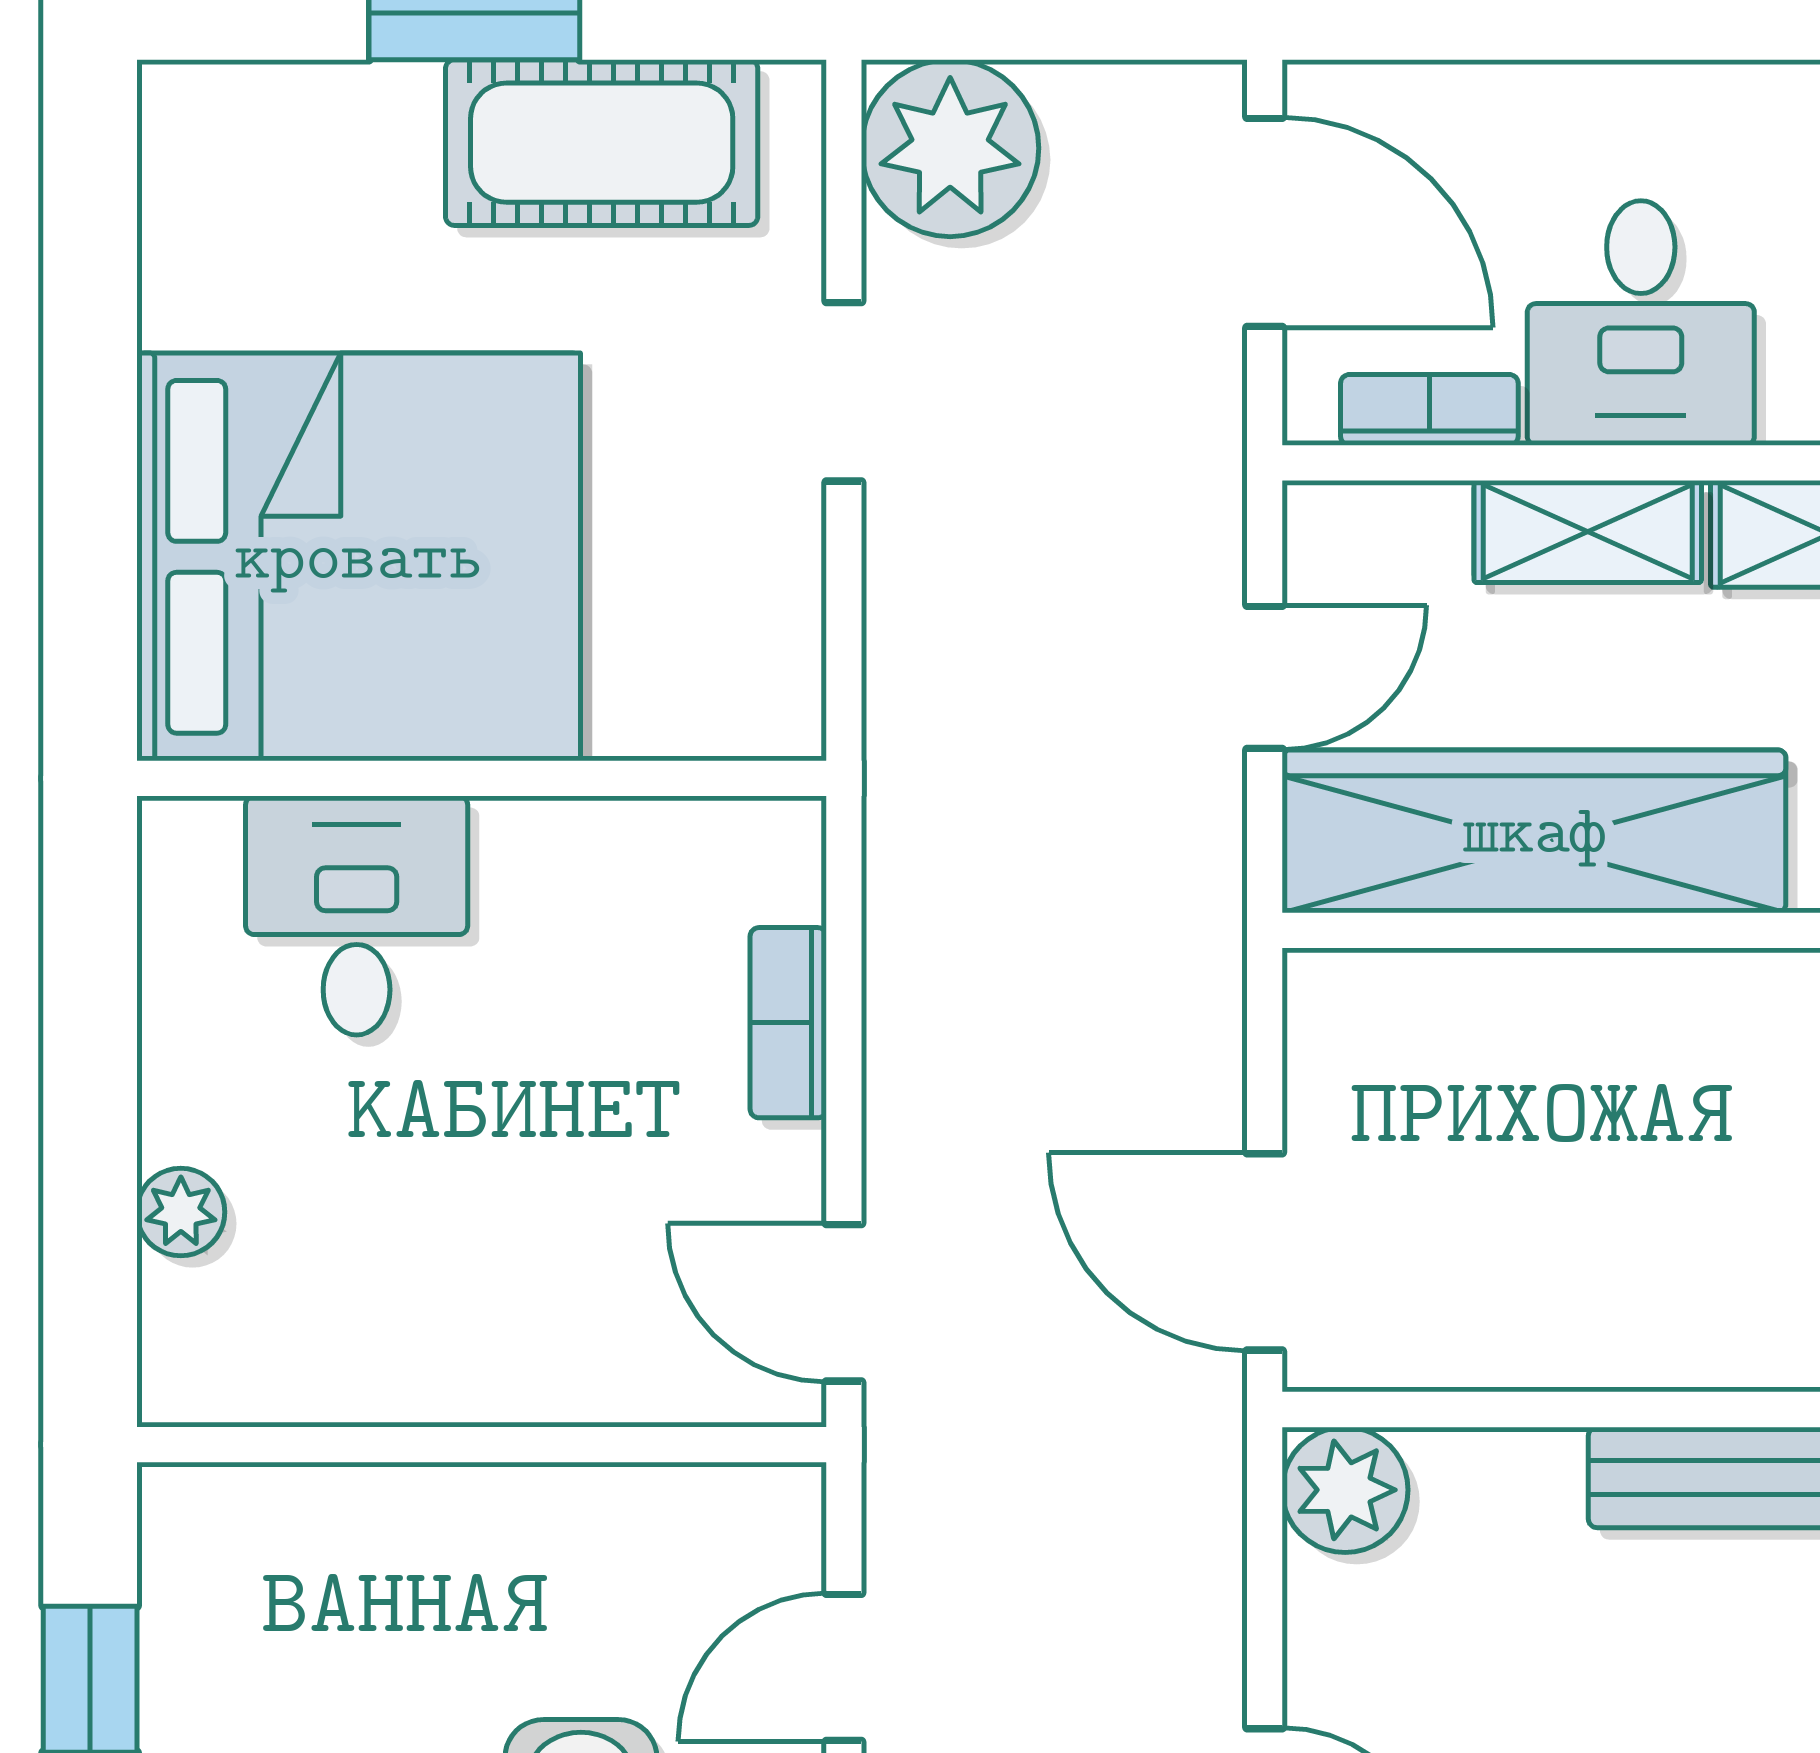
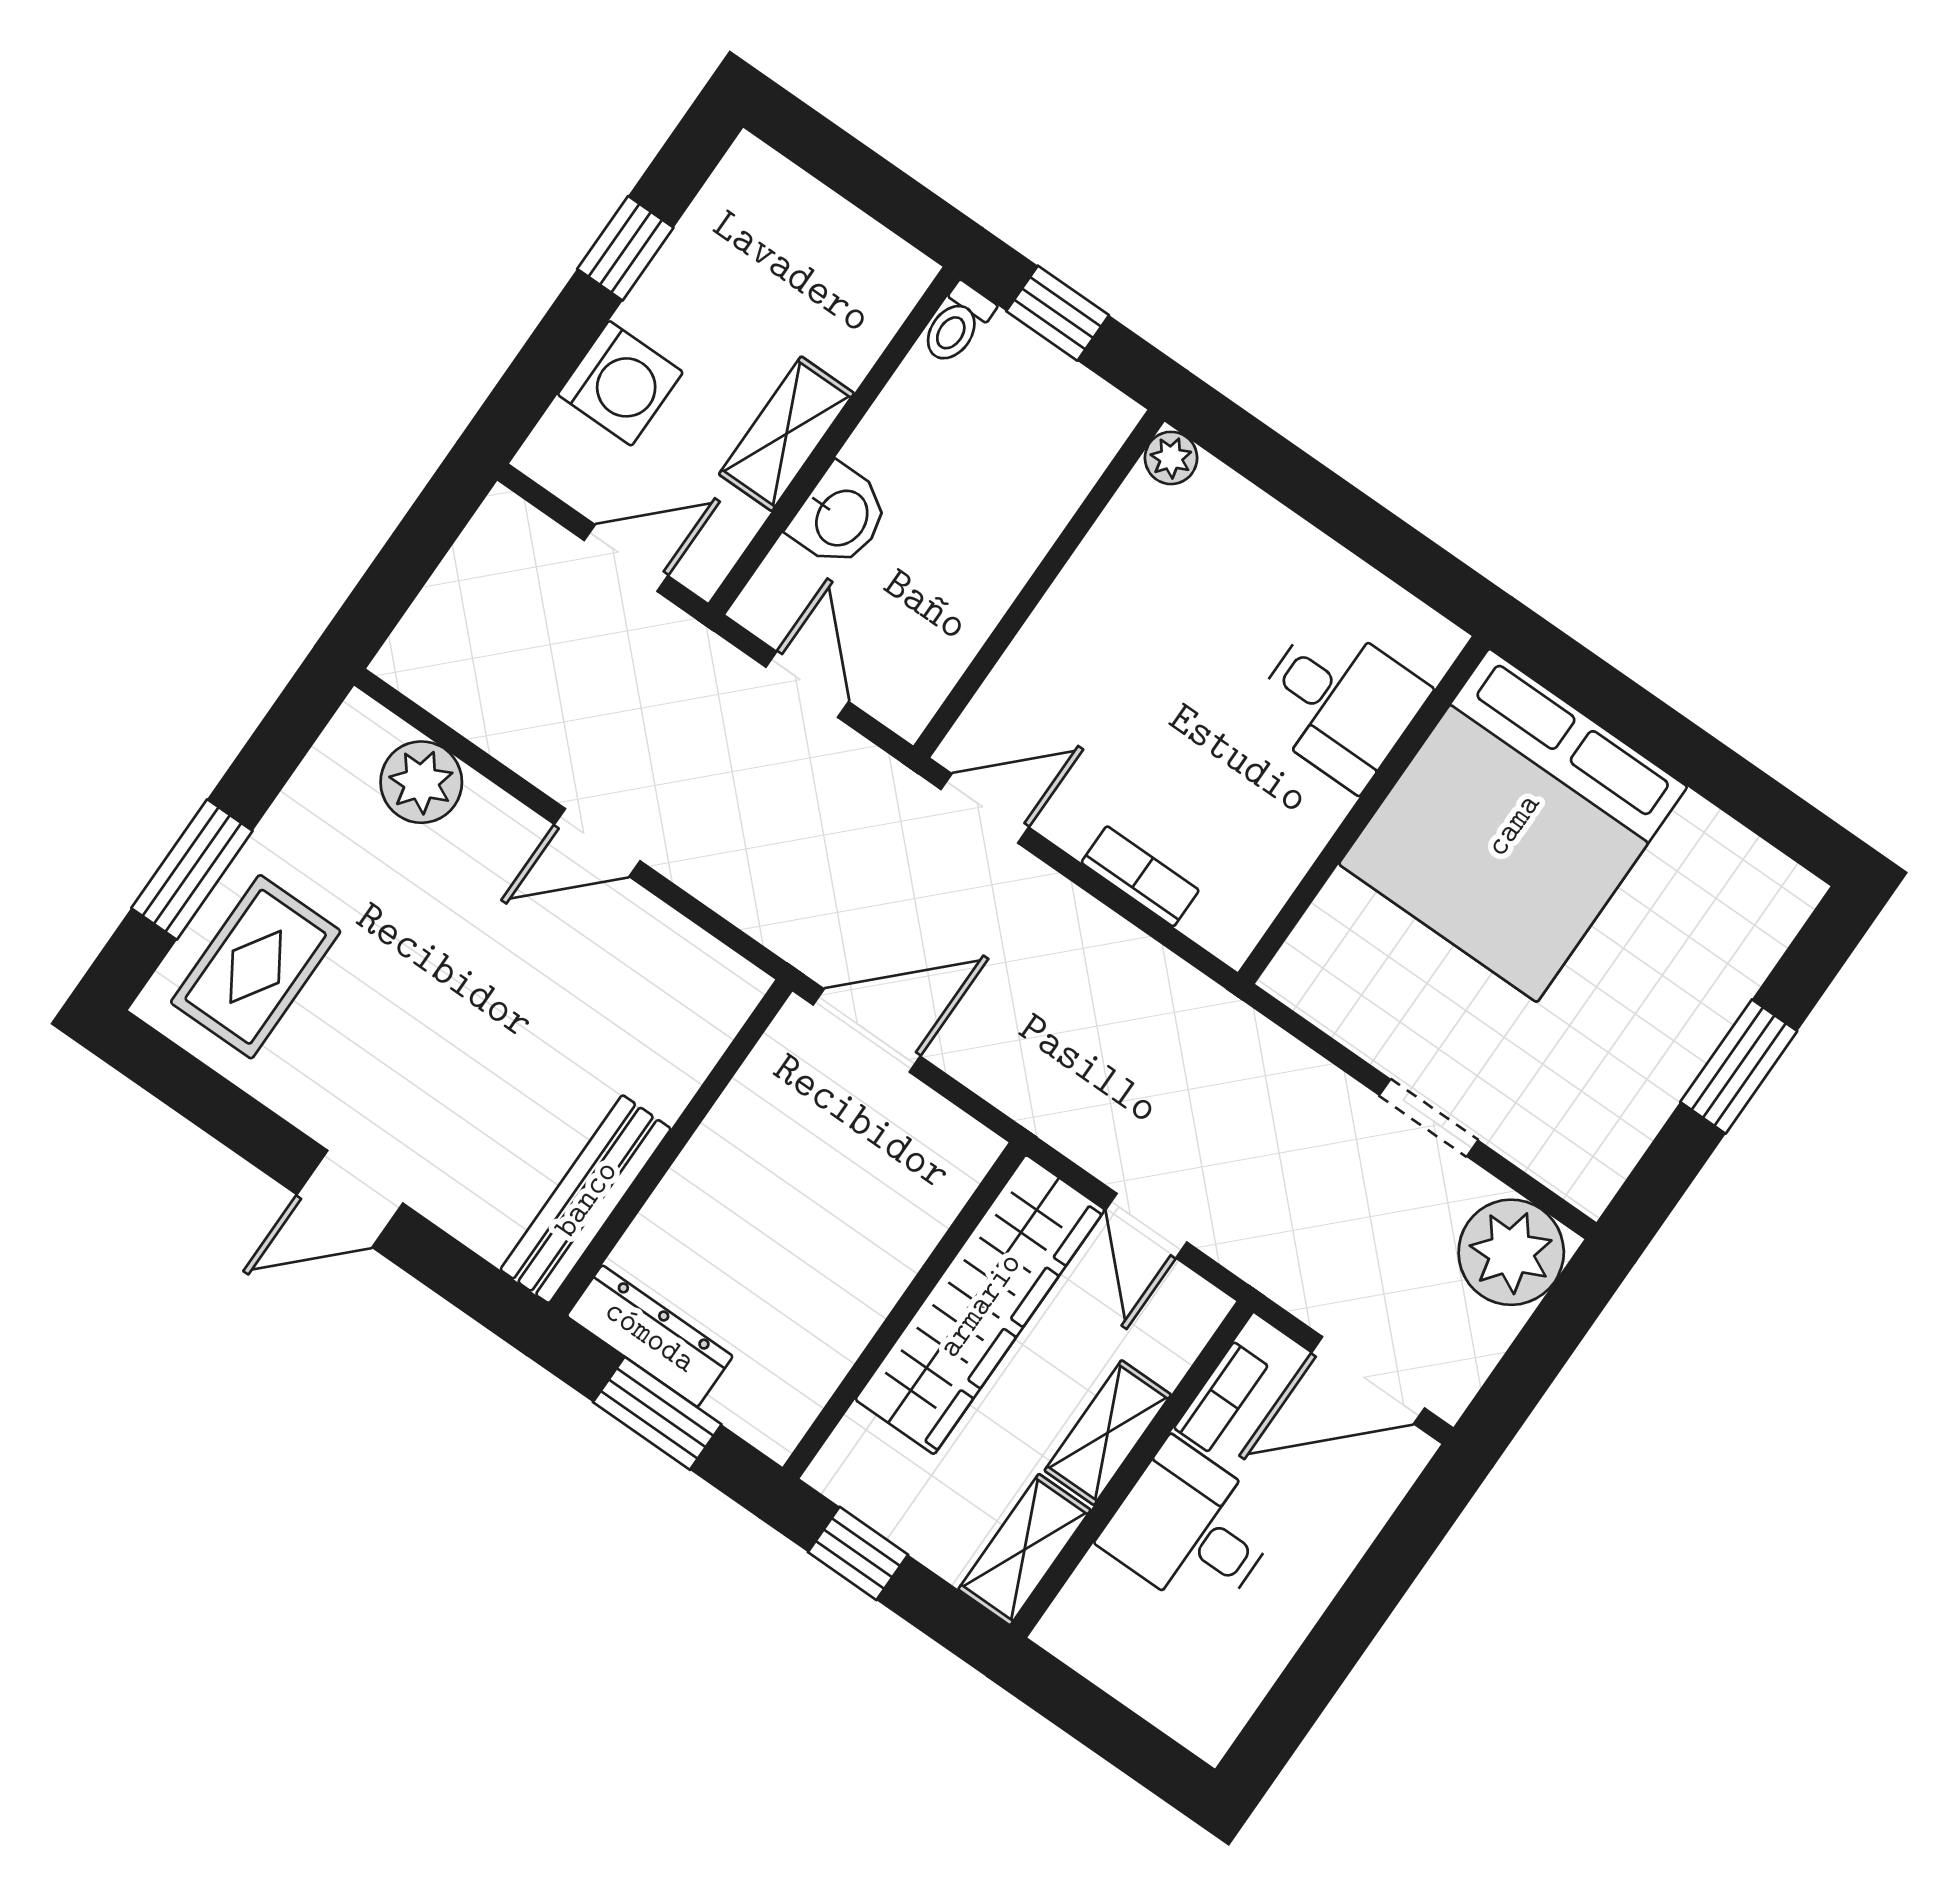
cot: (602, 143) -> (1632, 1084), removed
plant: (181, 1212) -> (1171, 458), moved
plant: (1345, 1490) -> (723, 989), removed

